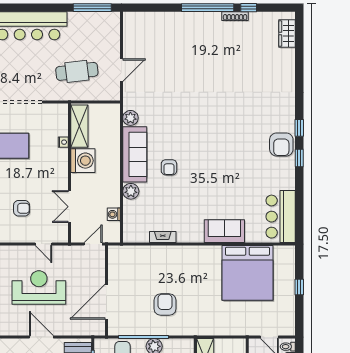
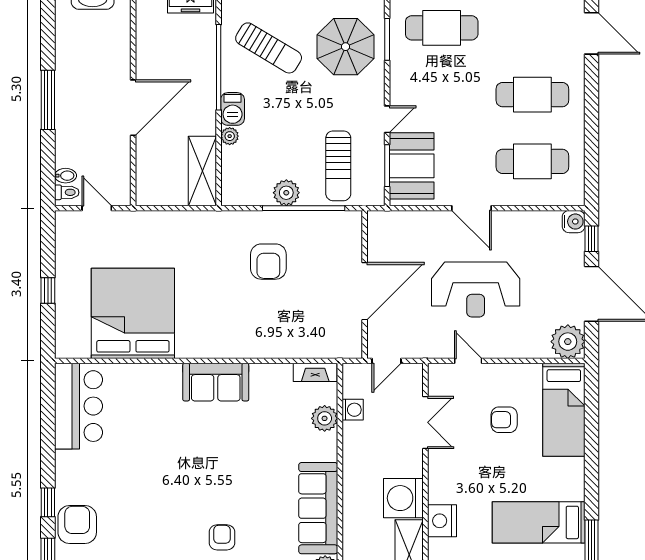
nightstand: (63, 142) -> (442, 521), width x1.89, depth x1.79
armchair: (169, 167) -> (222, 537), moved
plant: (131, 191) -> (325, 418), moved
sofa: (224, 231) -> (216, 382), moved
fireplace: (163, 237) -> (315, 372), moved
door: (106, 302) -> (365, 291), moved

